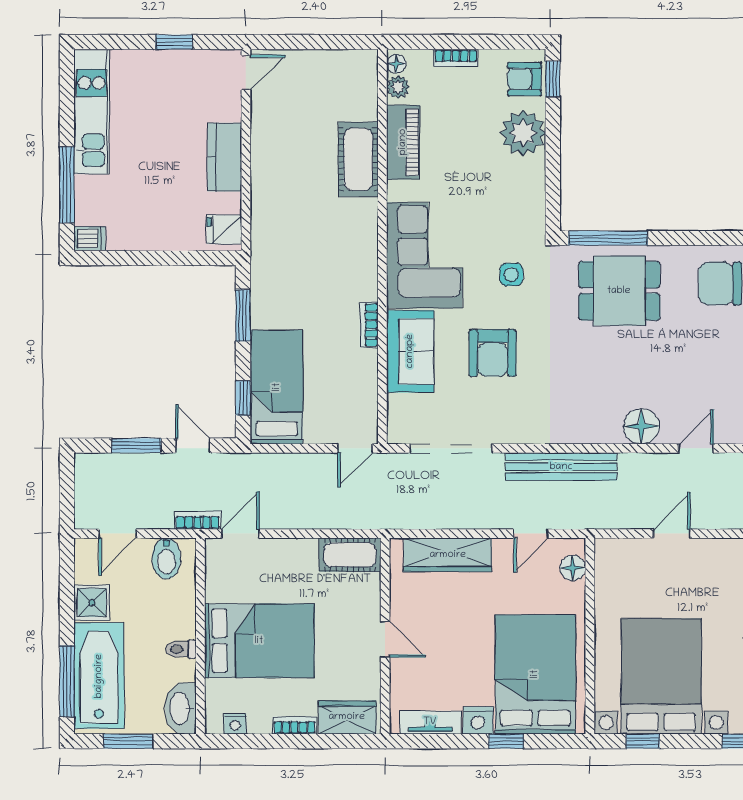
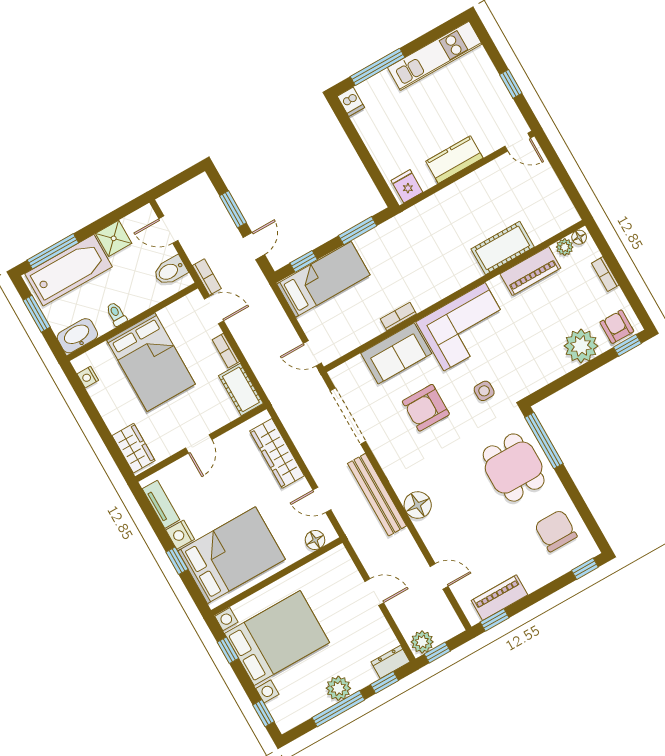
floor lamp: (641, 426) -> (418, 505), moved
bookcase: (295, 725) -> (226, 351), moved, turned 180

